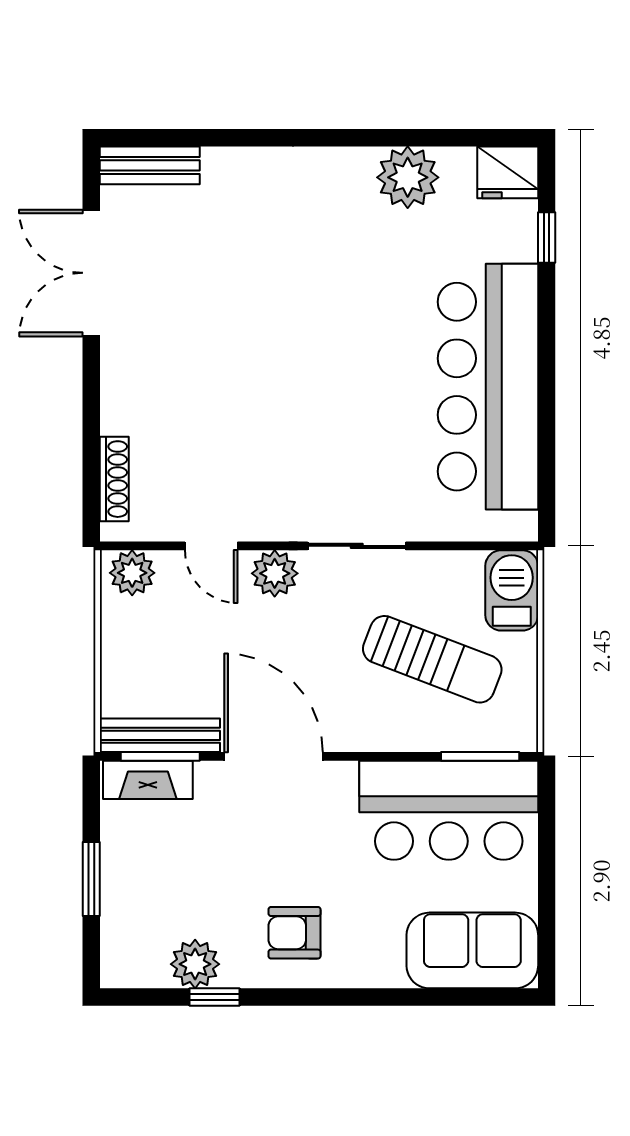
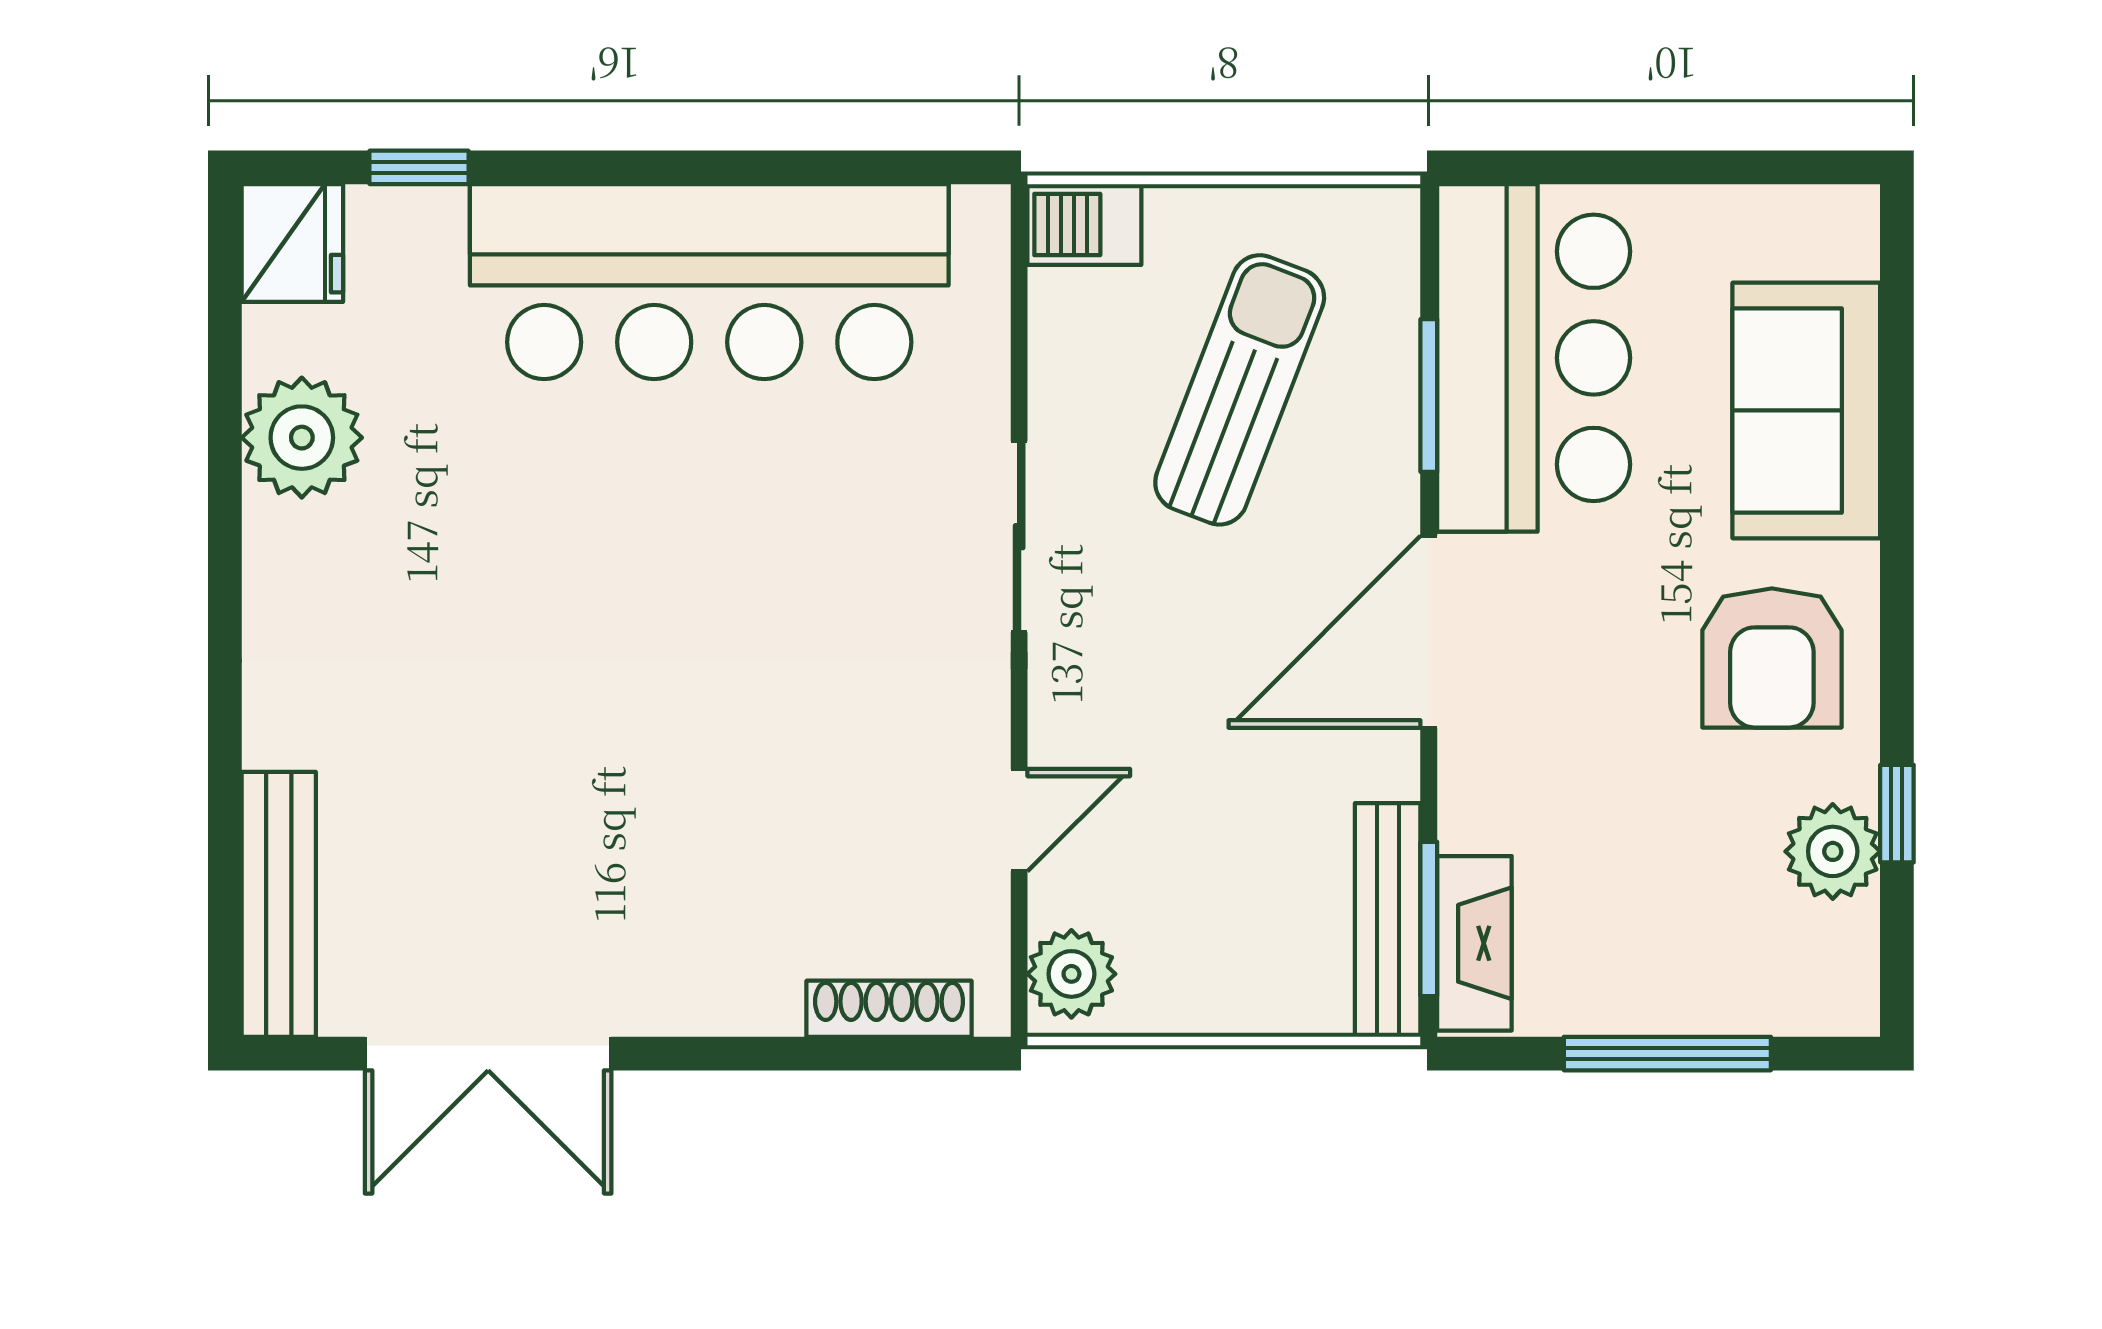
bench: (150, 165) -> (279, 904), width x1.36
plant: (275, 573) -> (1073, 696), removed
barbecue: (512, 590) -> (1084, 225), width x0.73, depth x0.79
door: (274, 756) -> (1429, 632), moved
window: (480, 756) -> (1429, 395), moved
window: (91, 879) -> (1667, 1054), width x1.44
armchair: (295, 933) -> (1772, 658), width x1.38, depth x1.38
sofa: (472, 950) -> (1806, 410), moved

